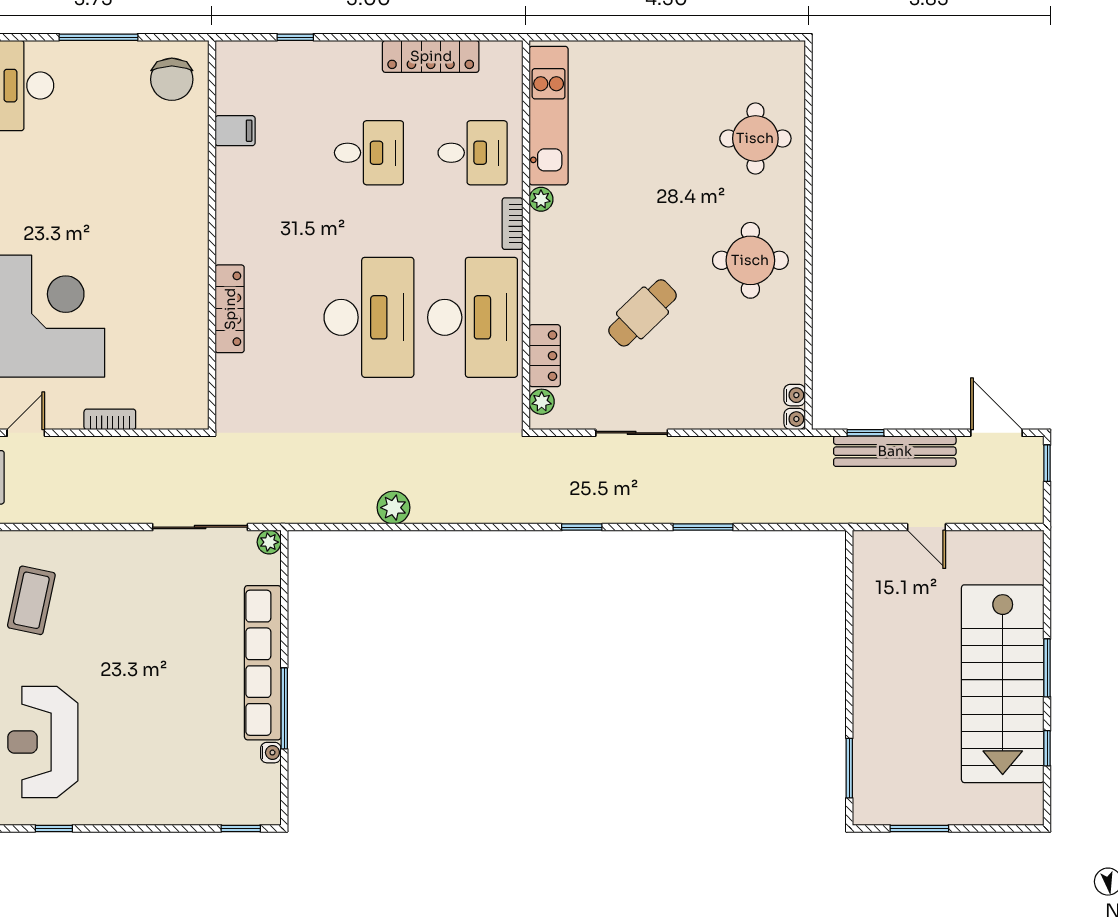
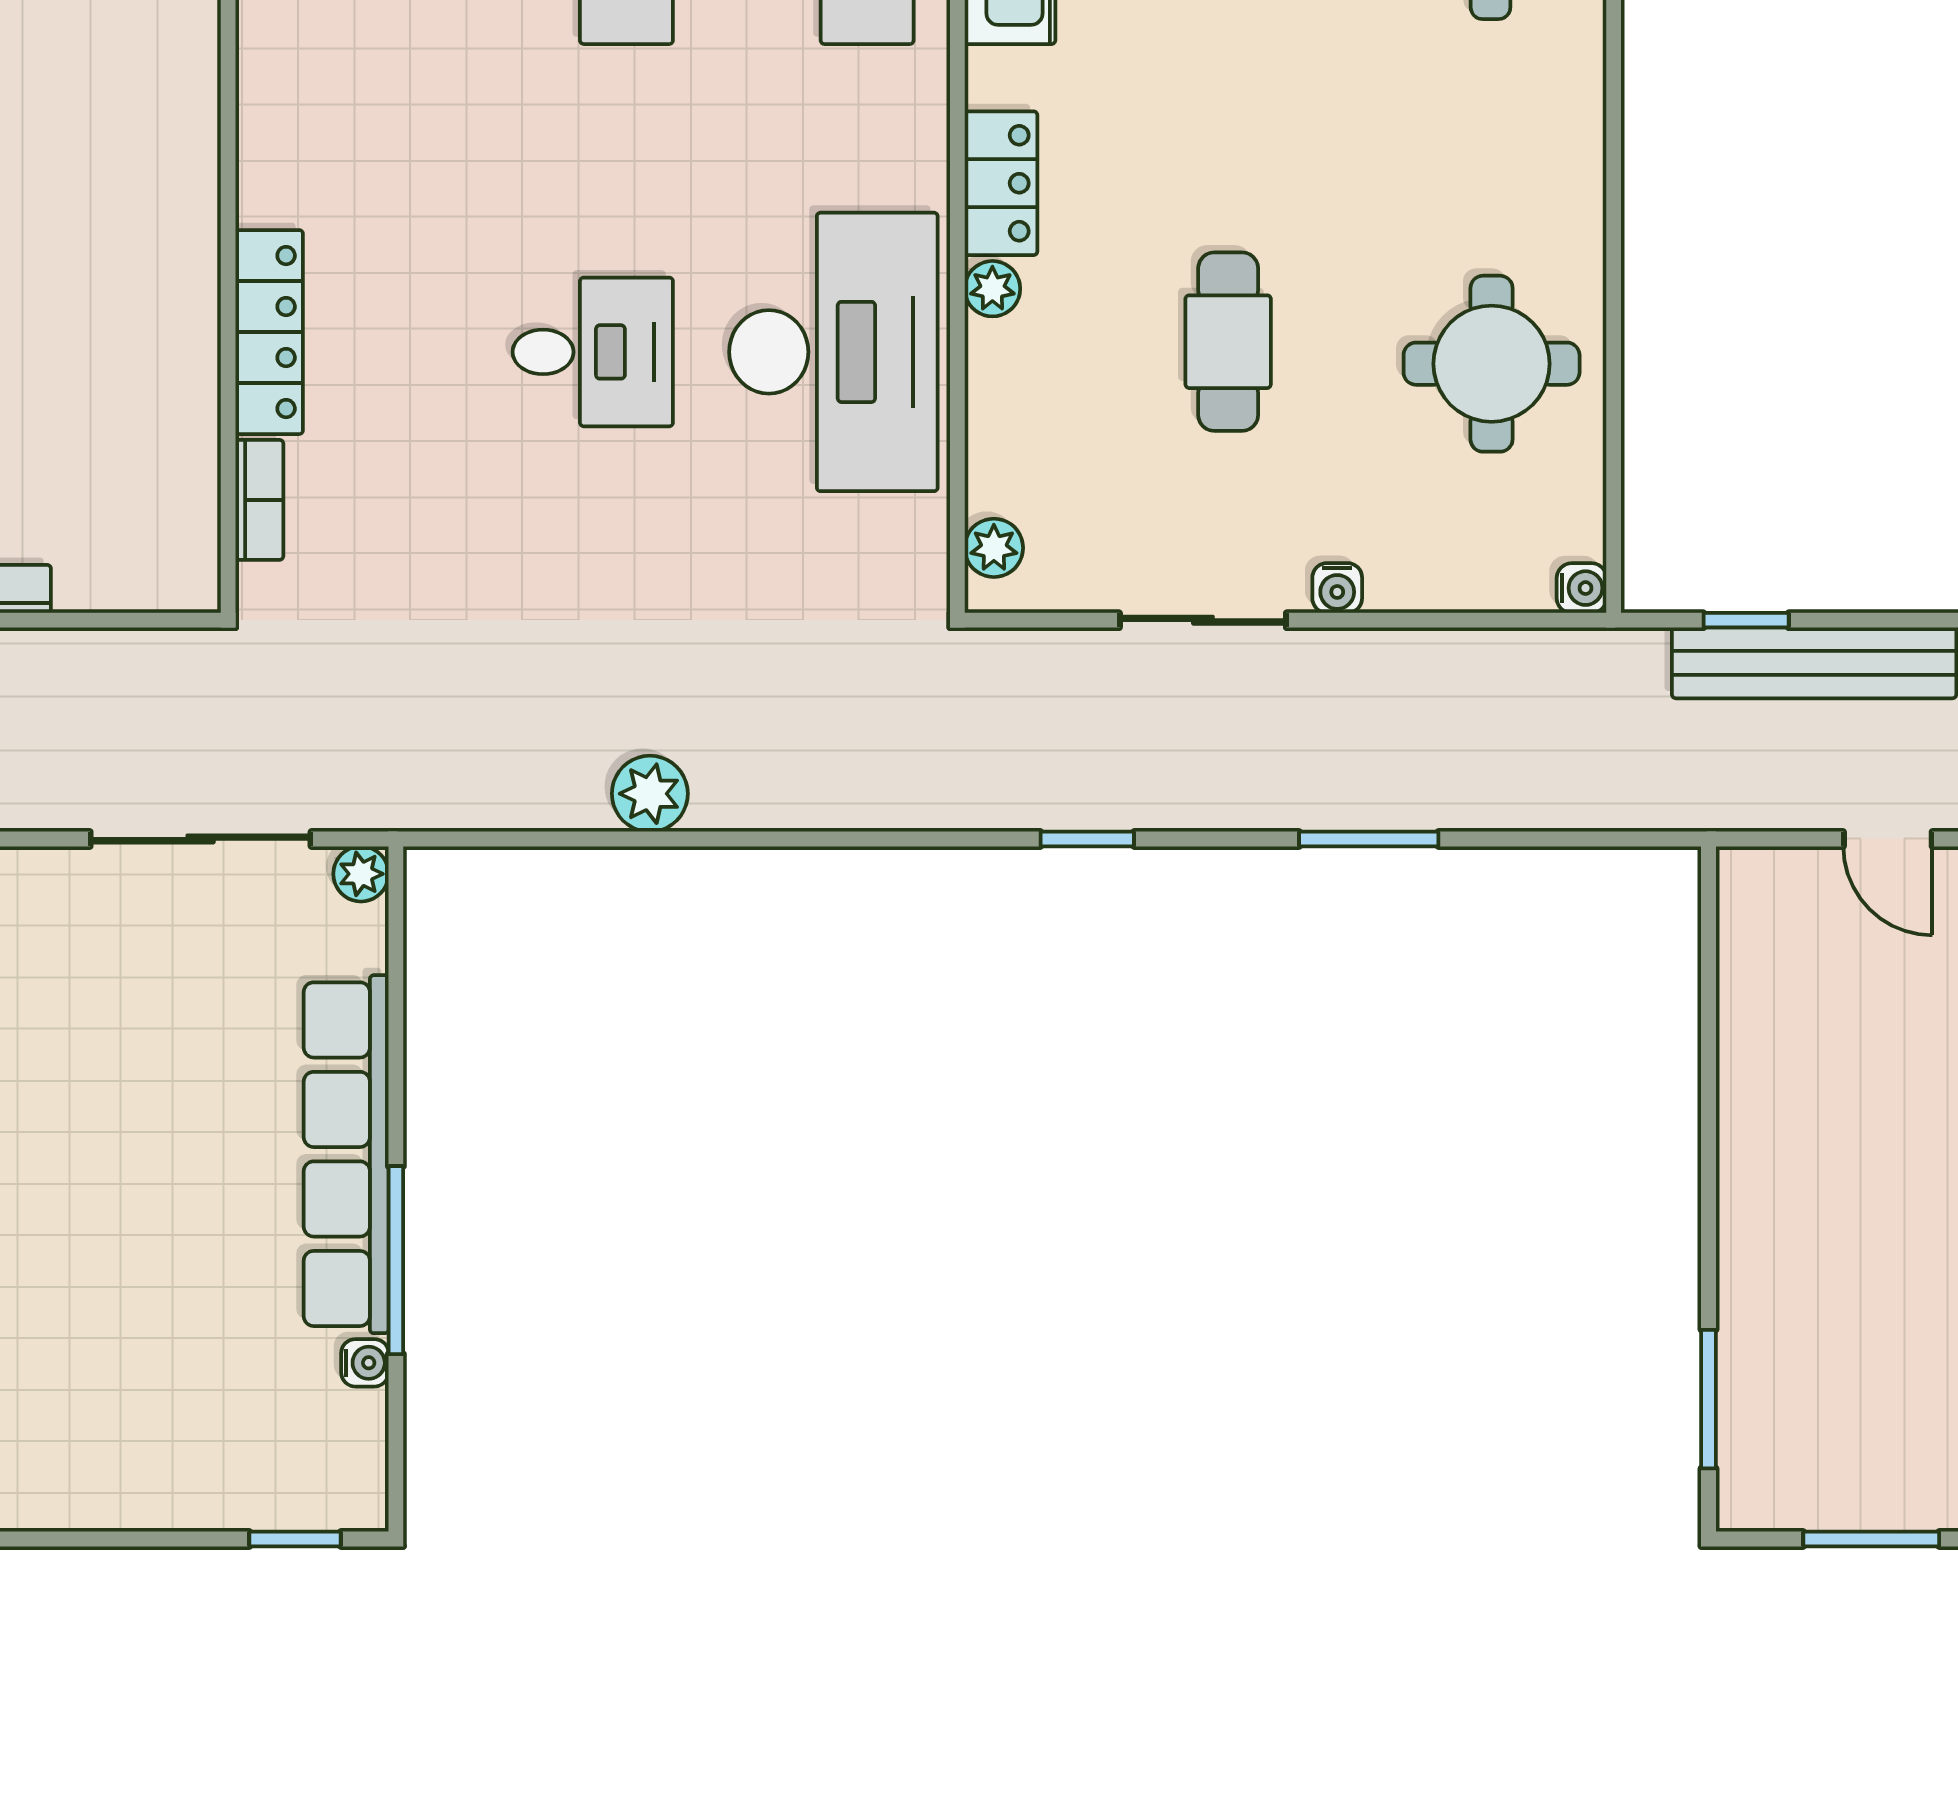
plant: (541, 199) -> (992, 289), moved
bookcase: (512, 224) -> (259, 500), moved, turned 180
round table: (750, 260) -> (1492, 364), moved
cafe table: (642, 313) -> (1228, 342), turned -46
desk: (369, 317) -> (593, 352), width x0.53, depth x0.77
locker: (545, 356) -> (1001, 183), moved
water cooler: (795, 395) -> (1337, 588), moved, turned 90

